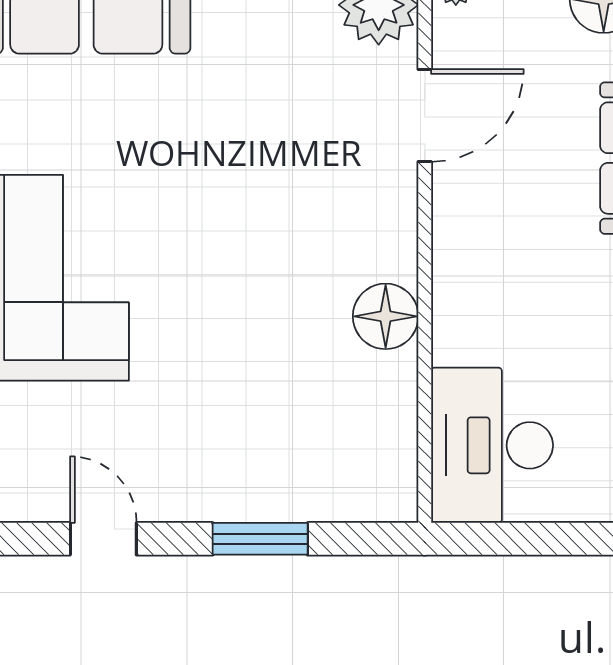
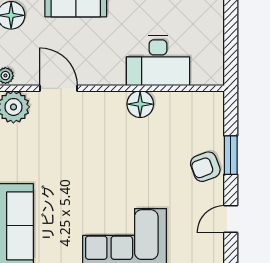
desk: (492, 445) -> (158, 61), moved
armchair: (232, 476) -> (205, 167), added

